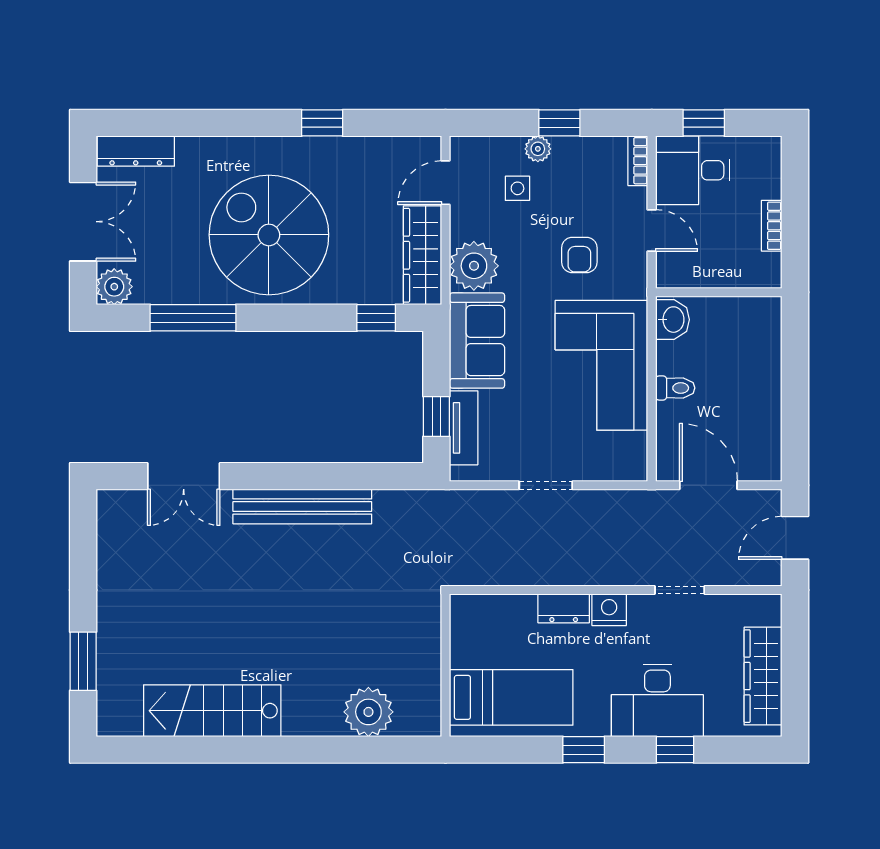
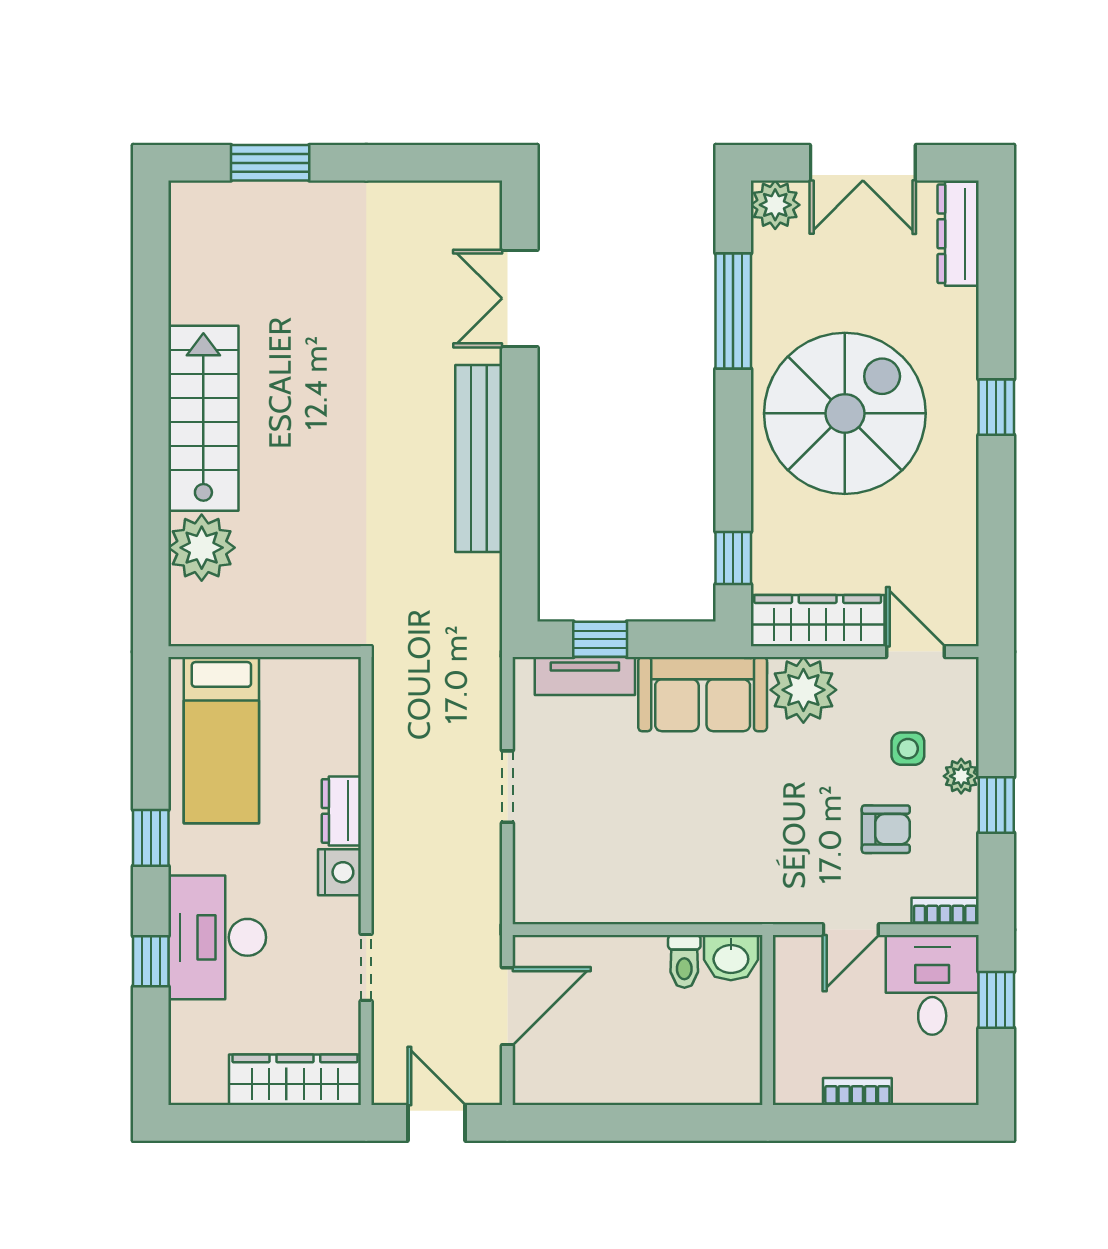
window: (322, 123) -> (996, 407), moved
armchair: (579, 255) -> (886, 829), moved, turned 180
corner sofa: (601, 365) -> (669, 862), removed
toilet: (675, 388) -> (684, 961), moved
wardrobe: (763, 676) -> (295, 1080), moved
stairs: (212, 711) -> (203, 418), moved

